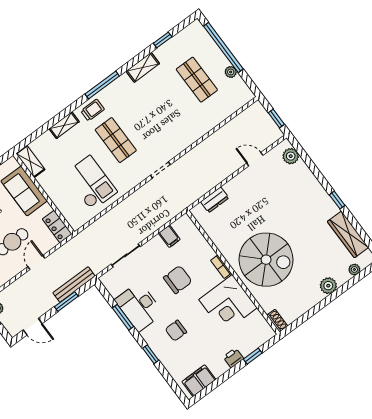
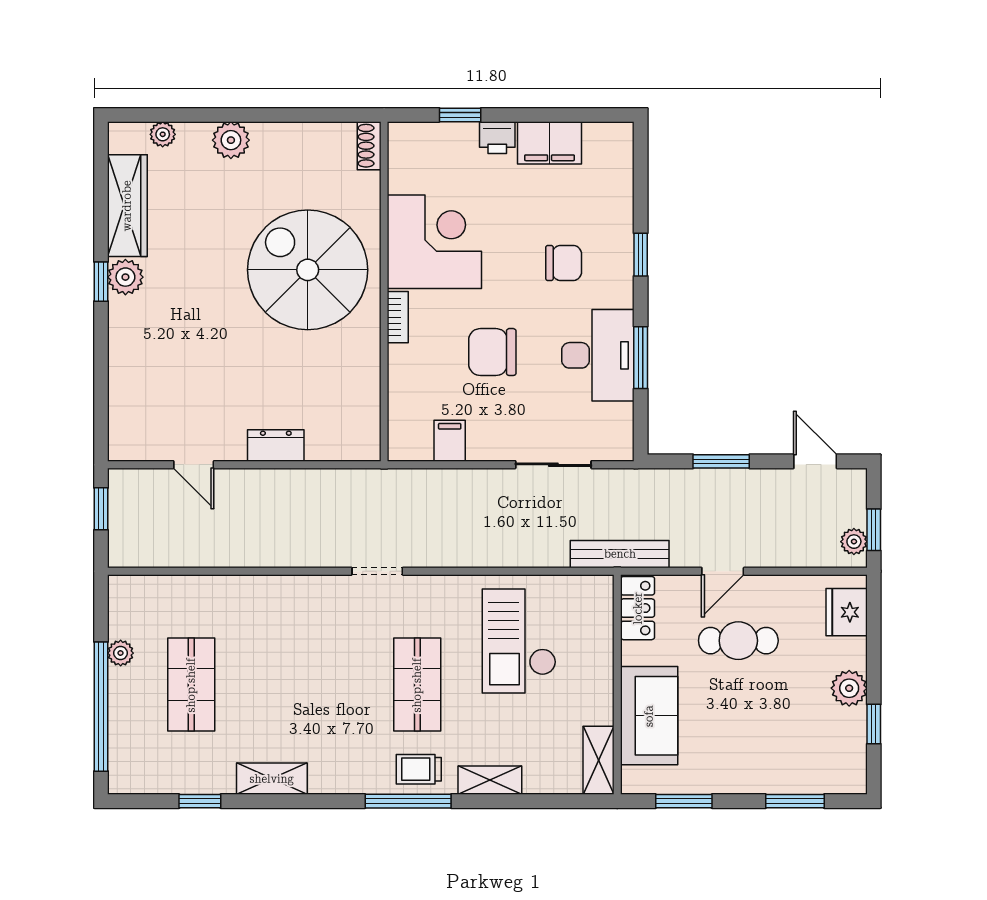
window: (102, 85) -> (408, 801), moved
plant: (291, 156) -> (125, 277), moved
dresser: (215, 200) -> (276, 446), moved
bench: (74, 284) -> (620, 554), moved
filing cabinet: (199, 381) -> (550, 143), moved

